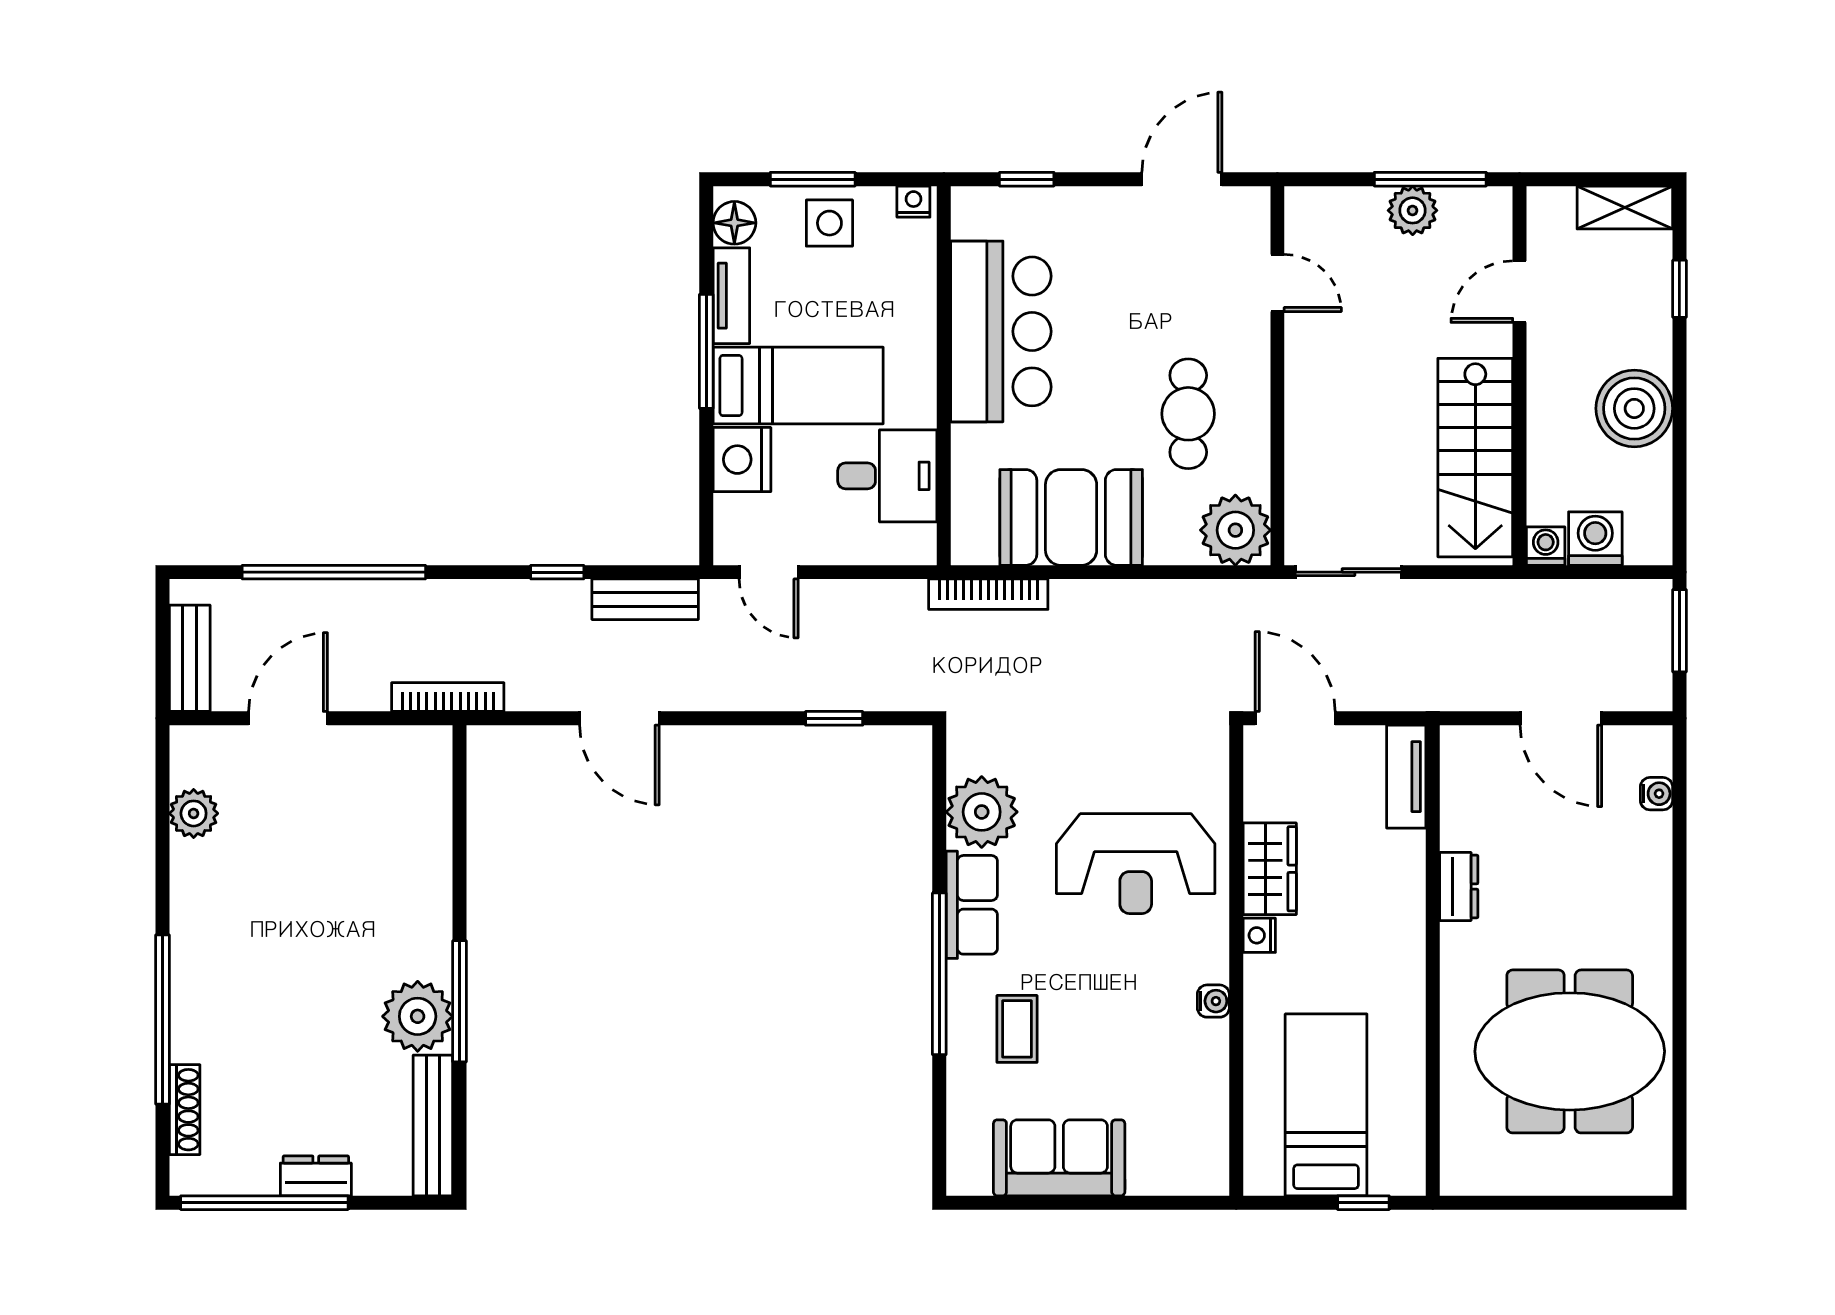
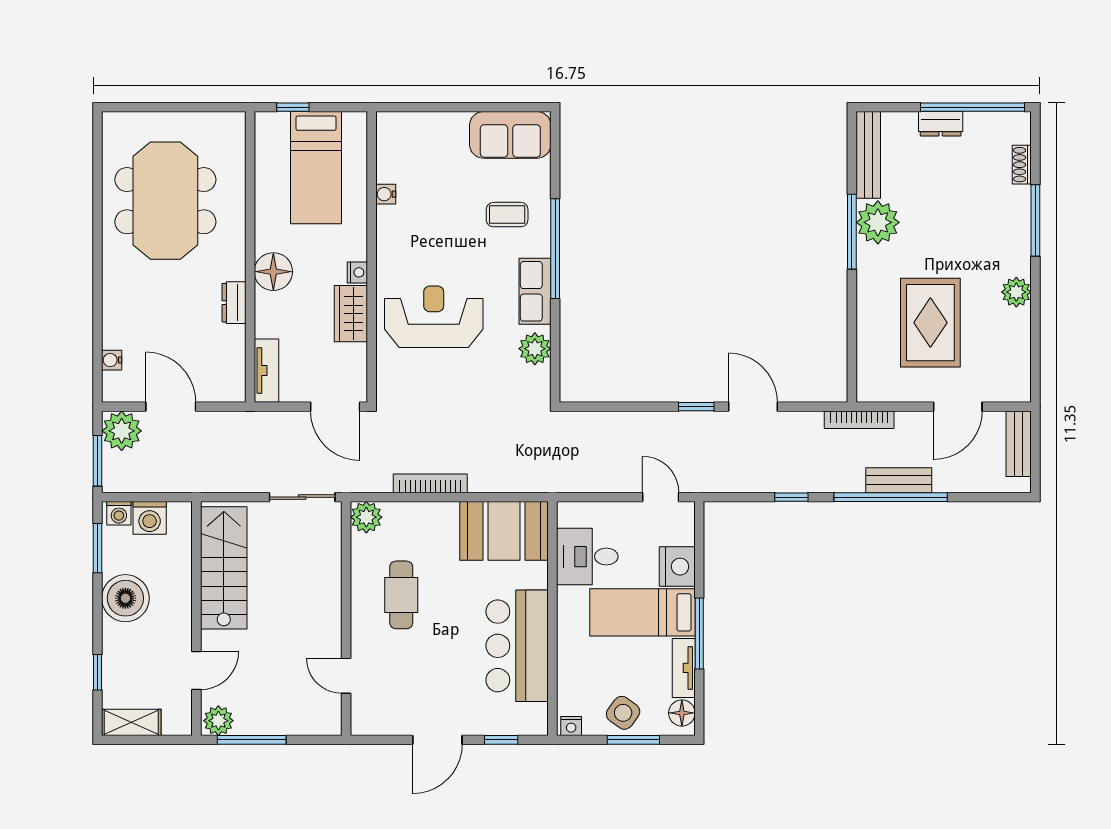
door: (1182, 179) -> (437, 740), moved
plant: (1413, 210) -> (218, 721), moved
side table: (829, 223) -> (623, 713), turned 36
window: (1679, 490) -> (97, 548), added
booth: (1071, 517) -> (504, 531), moved
plant: (1235, 530) -> (366, 517), width x0.73, depth x0.73
washing machine: (1546, 546) -> (119, 513), moved
window: (334, 572) -> (891, 497), moved
bookcase: (988, 594) -> (430, 483), moved
bench: (645, 599) -> (899, 480), moved
plant: (1640, 679) -> (122, 431), added
window: (834, 718) -> (696, 407), moved
plant: (982, 812) -> (535, 349), width x0.73, depth x0.73
plant: (194, 813) -> (1016, 292), moved
rug: (332, 854) -> (930, 323), added
floor lamp: (1395, 937) -> (273, 272), added
water cooler: (1213, 1001) -> (386, 194), moved
window: (163, 1019) -> (1035, 220), width x0.68
coffee table: (1017, 1029) -> (507, 215), turned 90
meeting table: (1570, 1051) -> (165, 201), turned 90
shoe rack: (185, 1110) -> (1022, 165), width x0.70
sofa: (1059, 1158) -> (510, 135), moved

